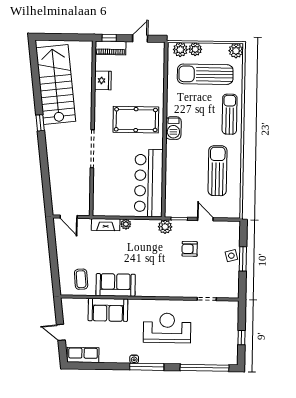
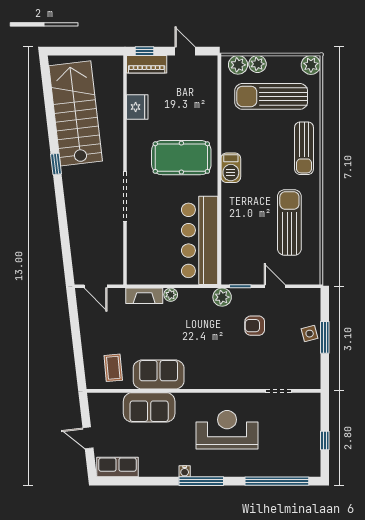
door: (140, 38) -> (185, 51), hinge flipped
sun lounger: (230, 114) -> (304, 148), turned 180

